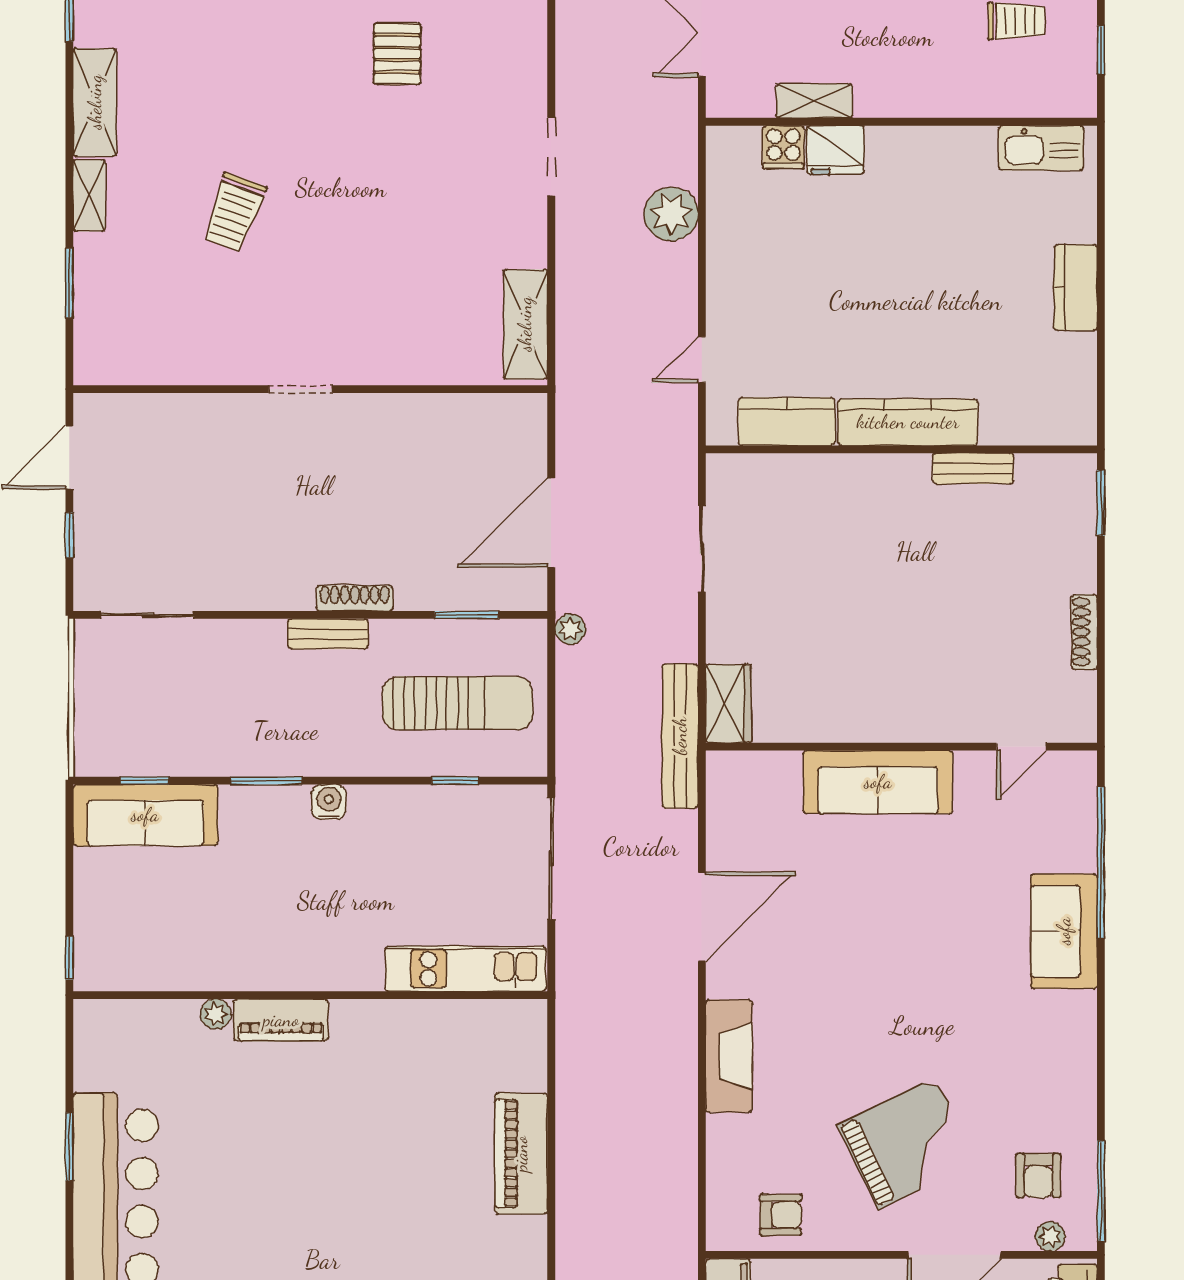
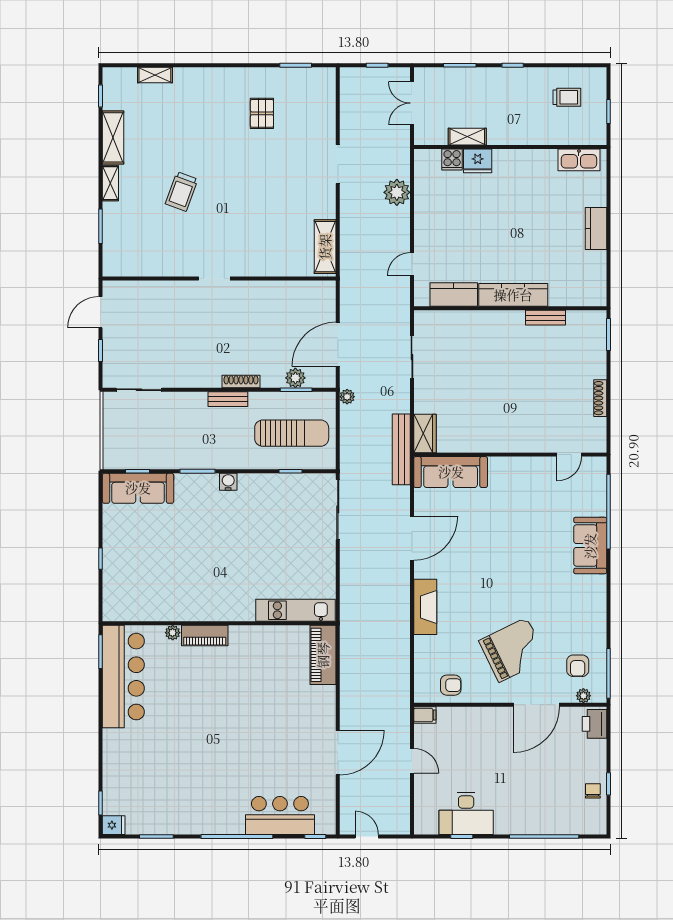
plant: (465, 591) -> (295, 378), added
sofa: (878, 782) -> (451, 472), moved
kitchen unit: (465, 969) -> (296, 610), moved
wall: (310, 995) -> (219, 623), moved
plant: (216, 1014) -> (173, 633), moved
piano: (281, 1020) -> (205, 635), moved

